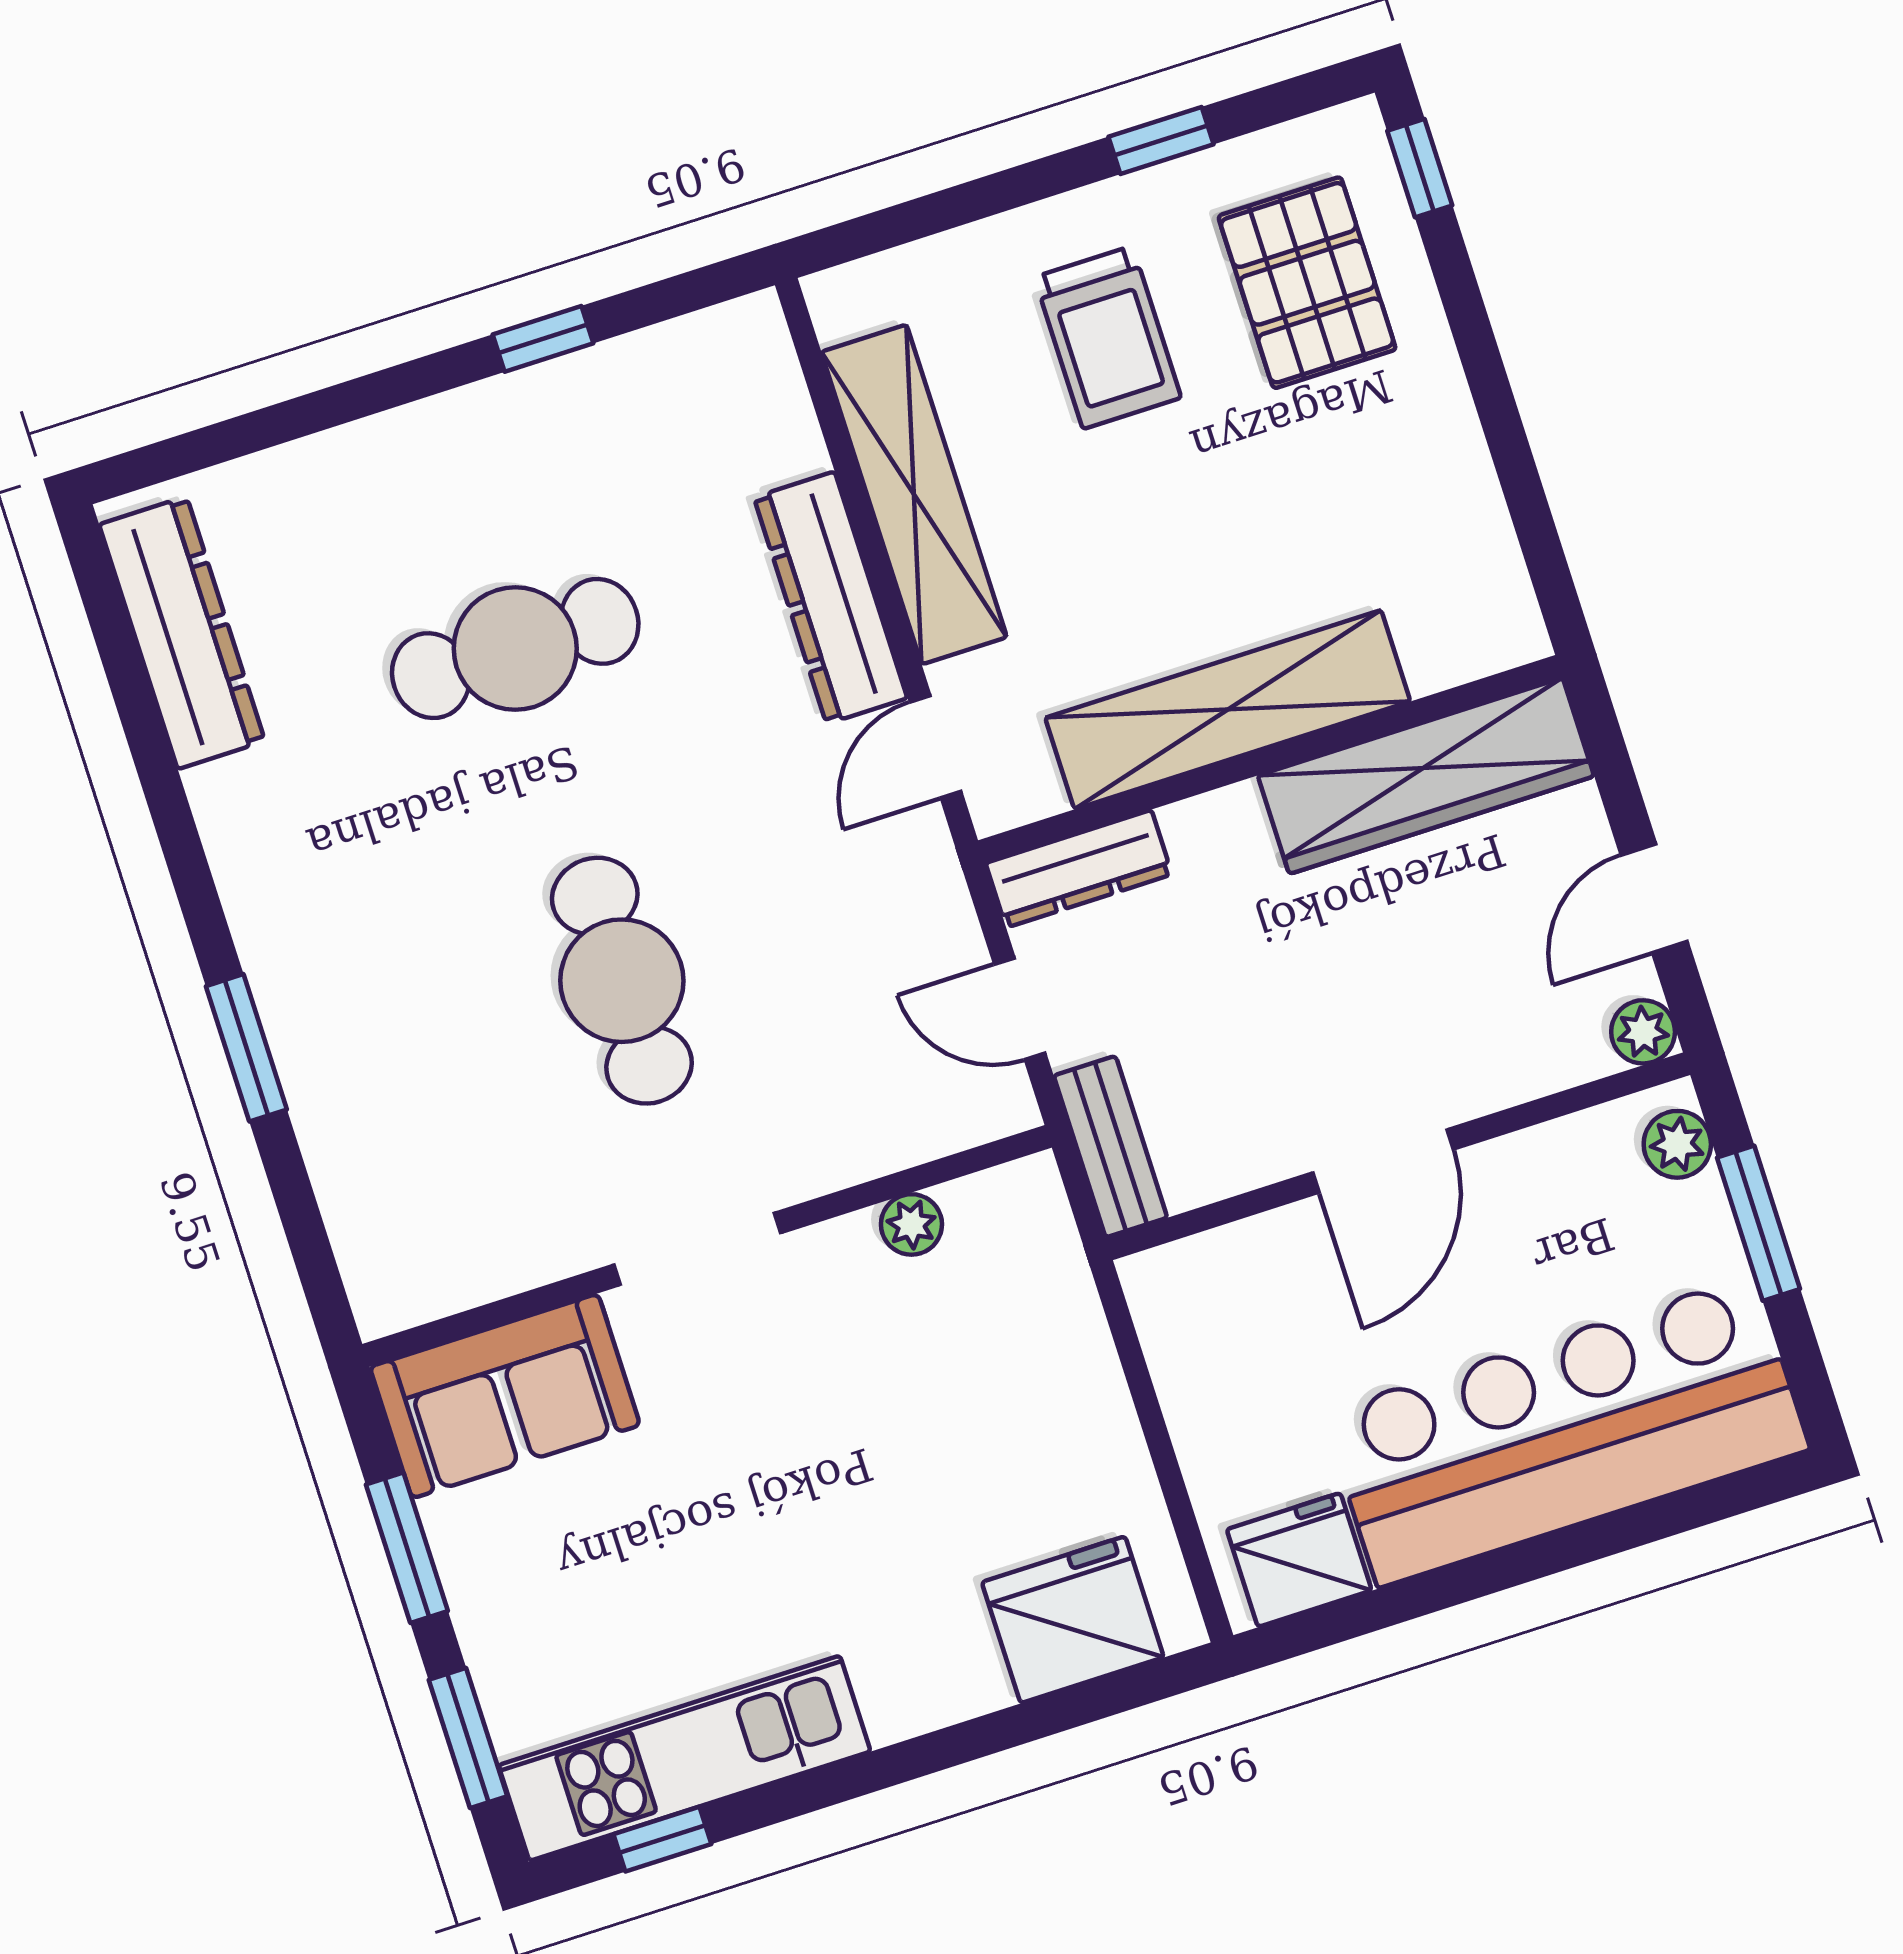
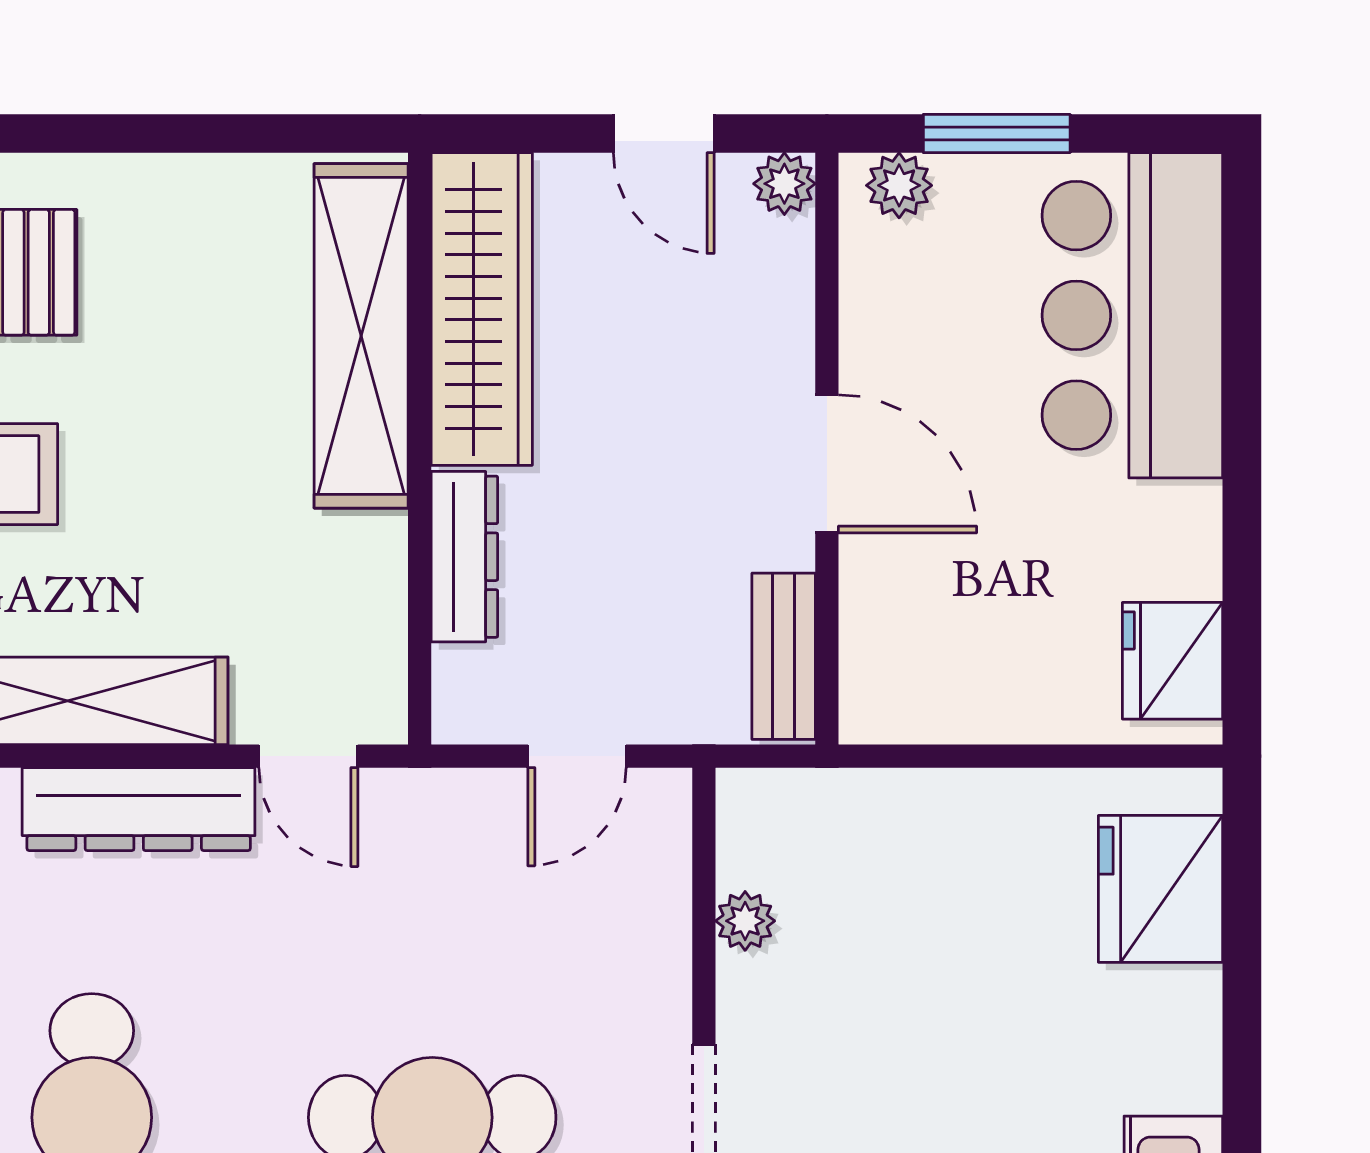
shelving: (1228, 710) -> (361, 336), moved
dresser: (1079, 869) -> (464, 557), moved
bench: (1111, 1147) -> (784, 656), moved, turned 90
bar counter: (1566, 1431) -> (1132, 315), width x0.73

